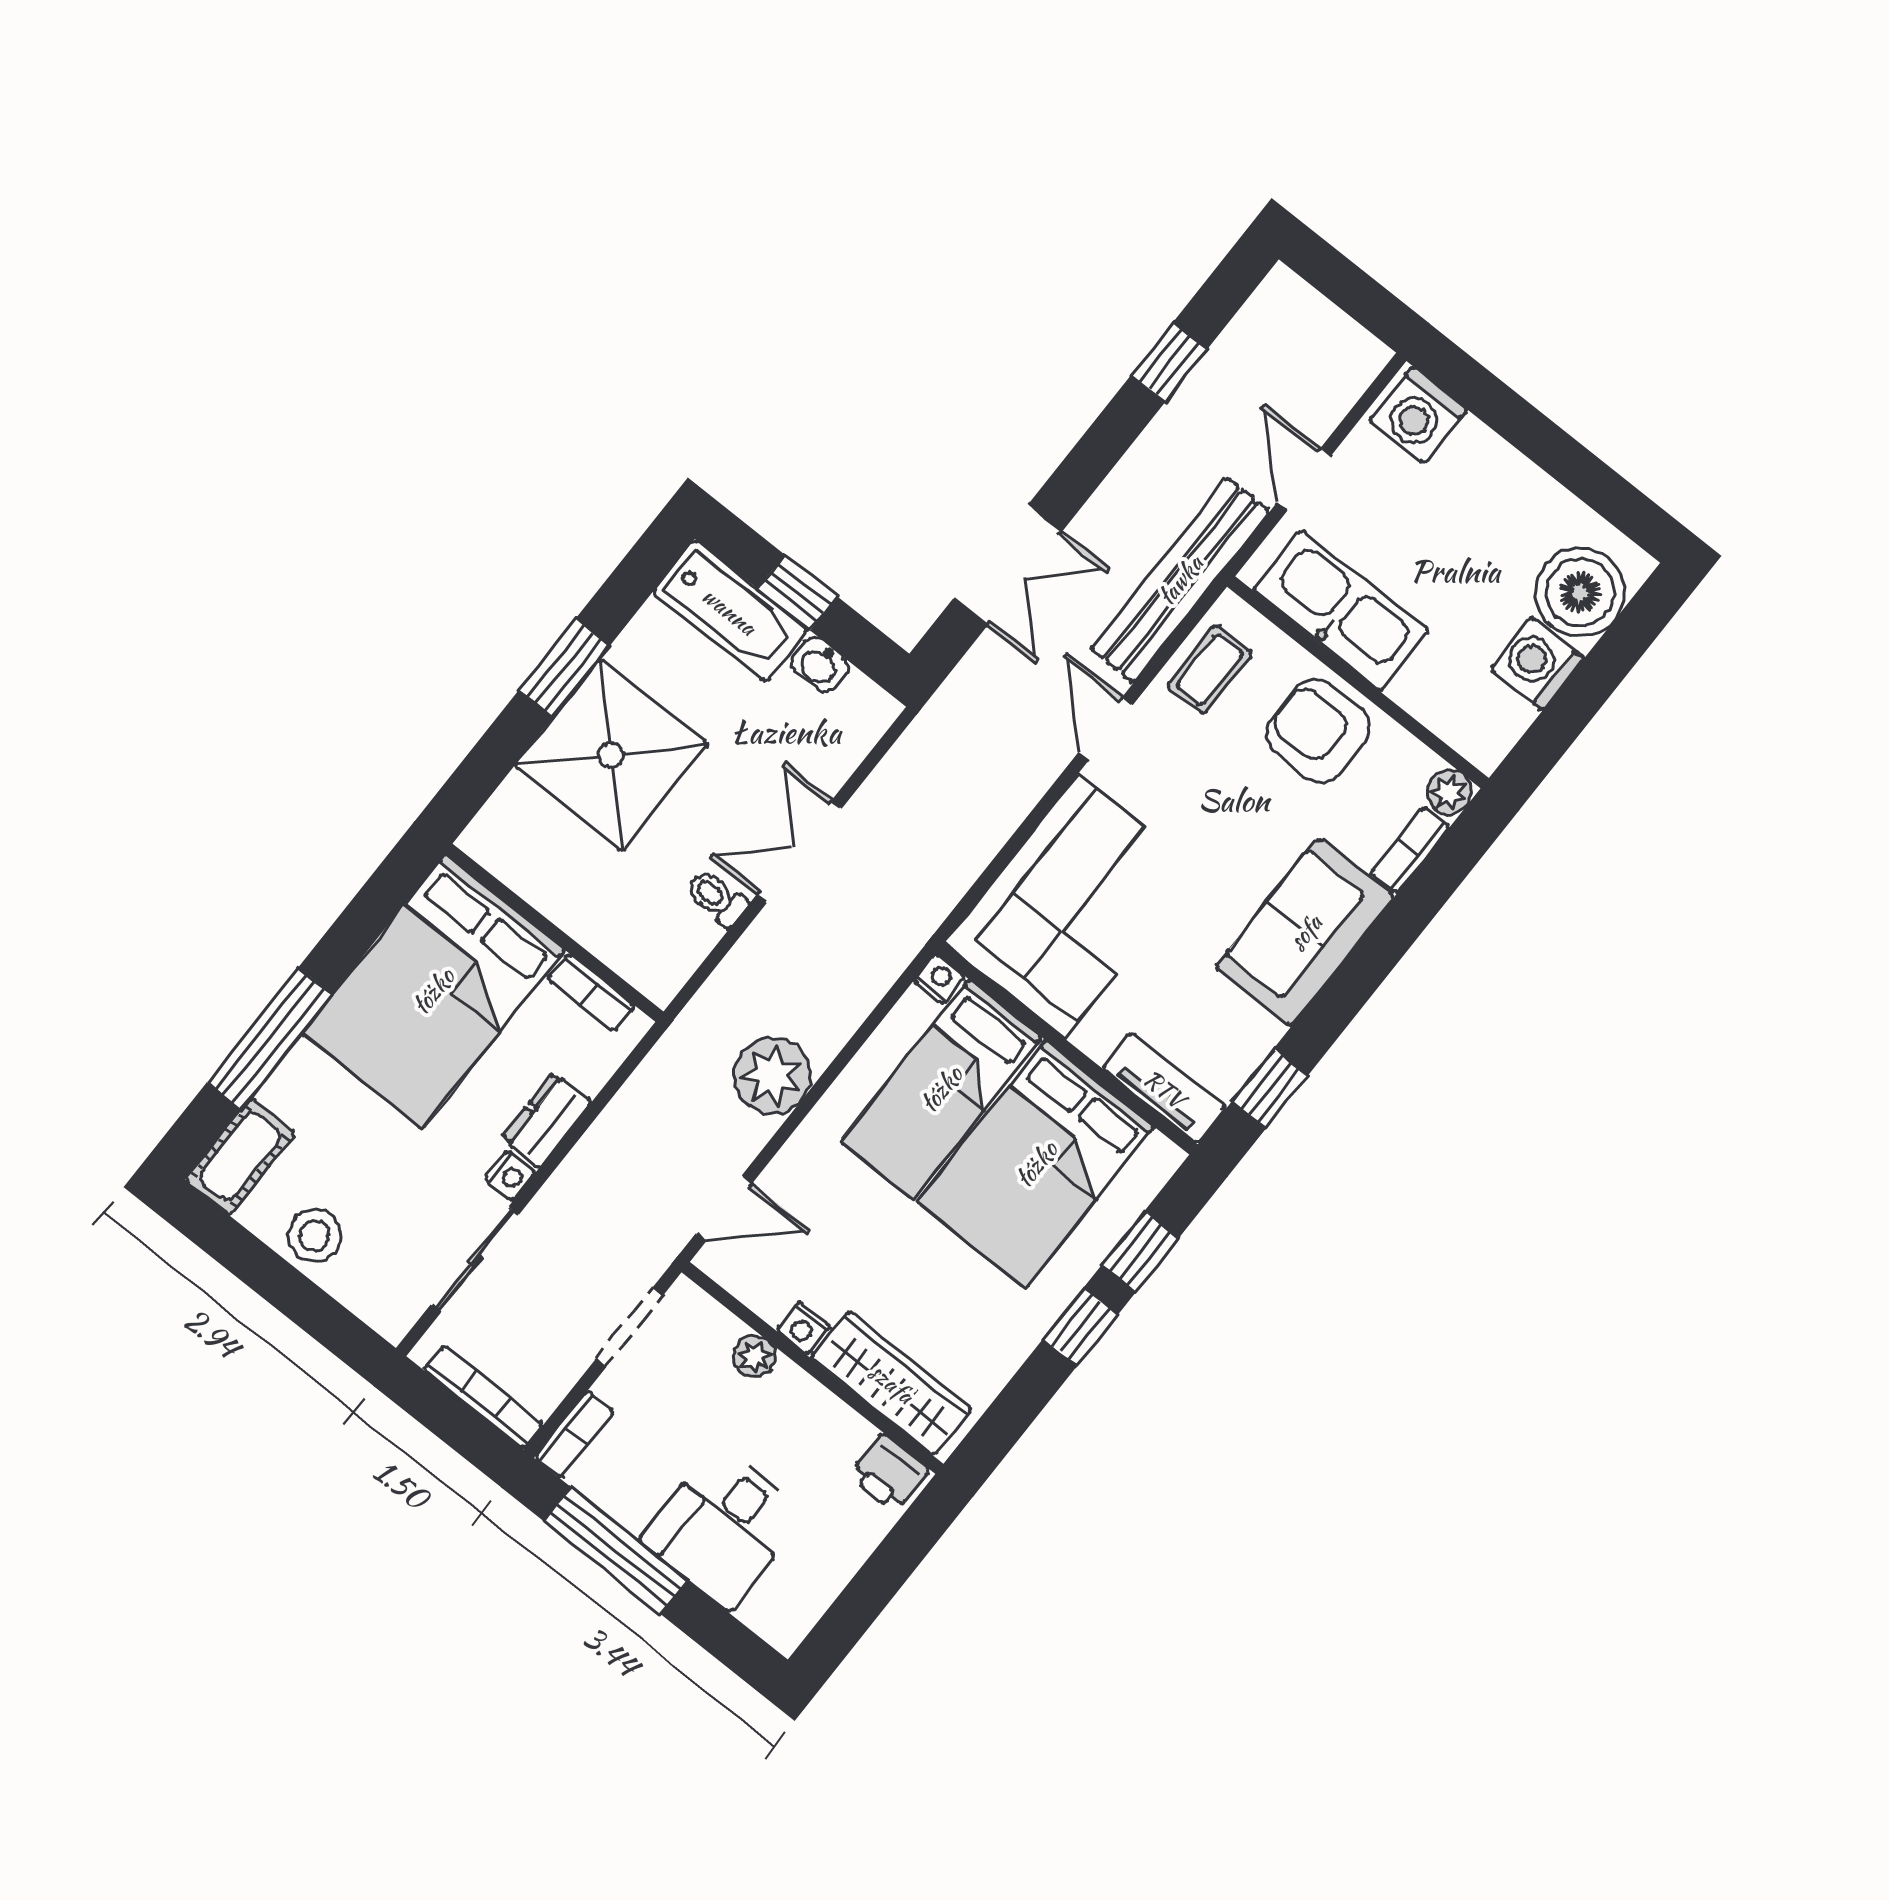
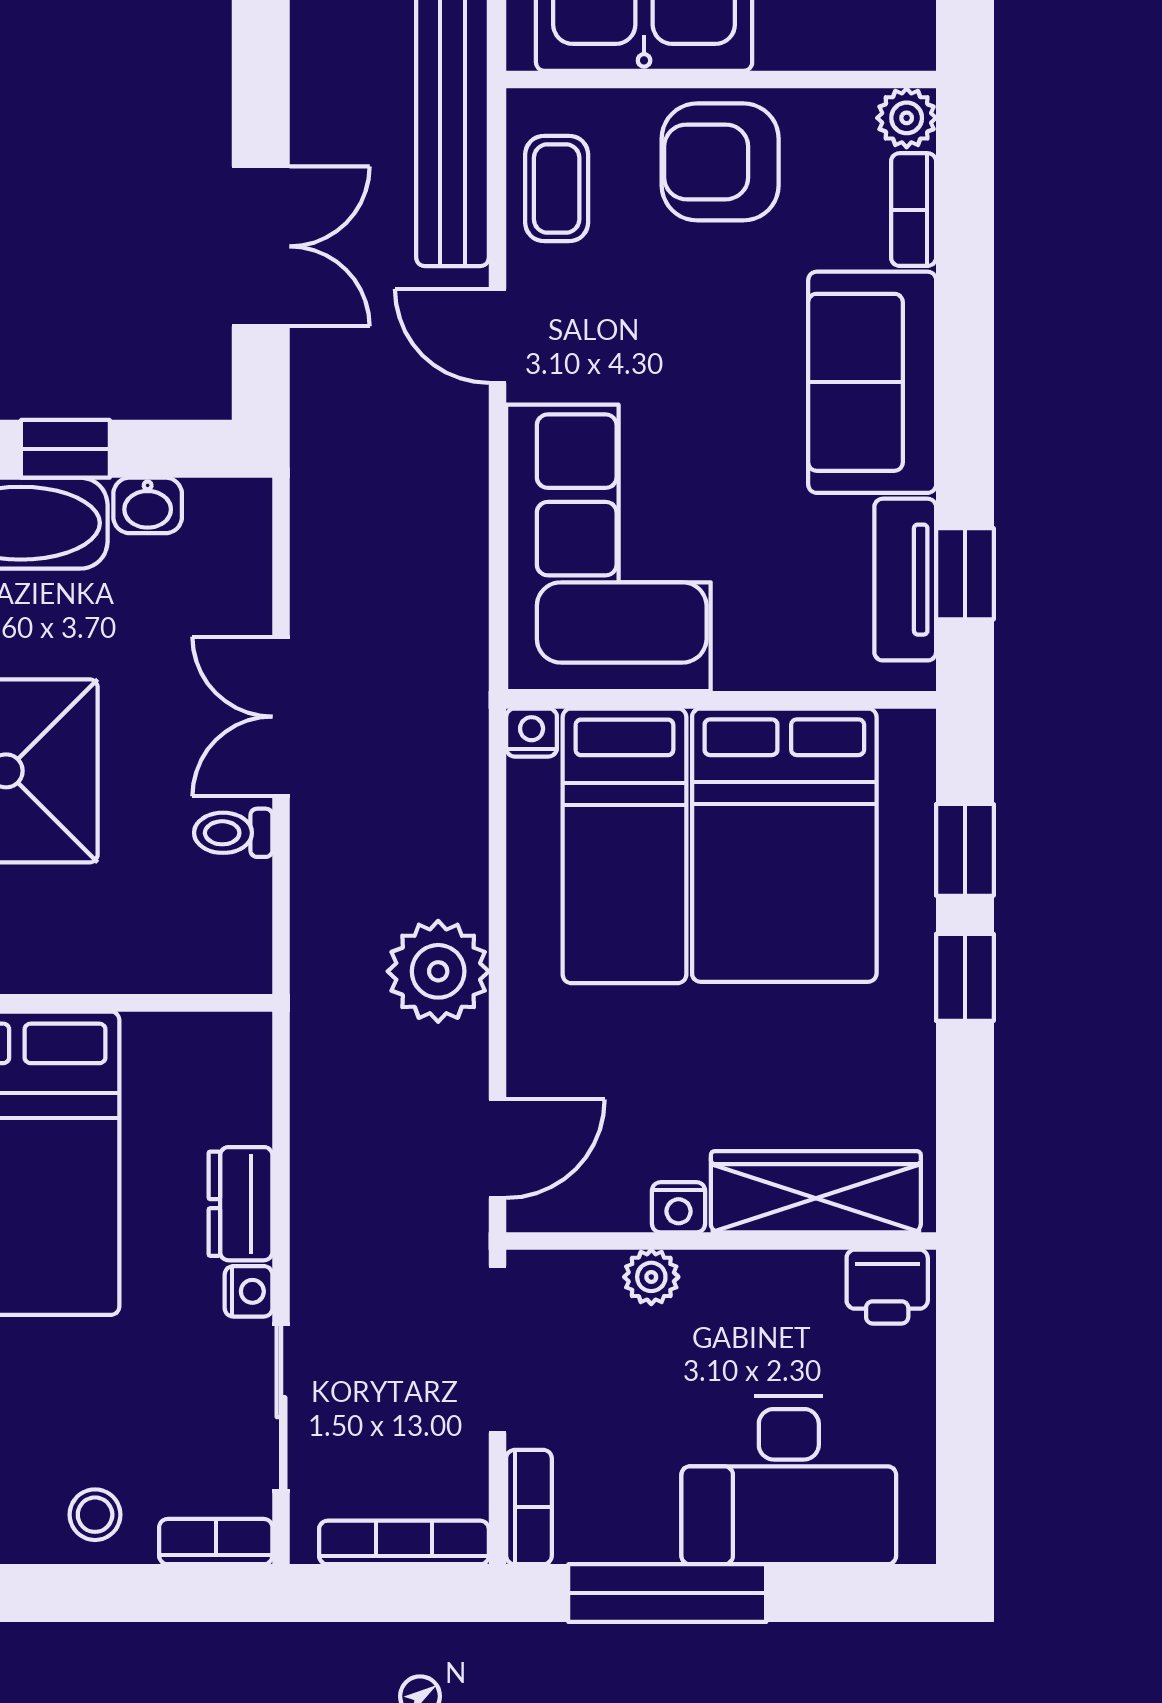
bookcase: (591, 993) -> (216, 1542), moved, turned 180
tv unit: (1164, 1088) -> (905, 580), moved, turned -90
stool: (315, 1236) -> (95, 1515), width x0.73, depth x0.73
doorway: (630, 1327) -> (497, 1349), width x1.38
desk: (723, 1527) -> (789, 1480), width x1.37

